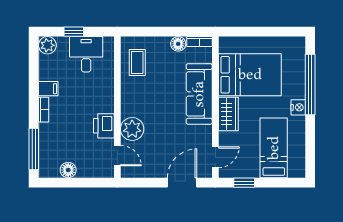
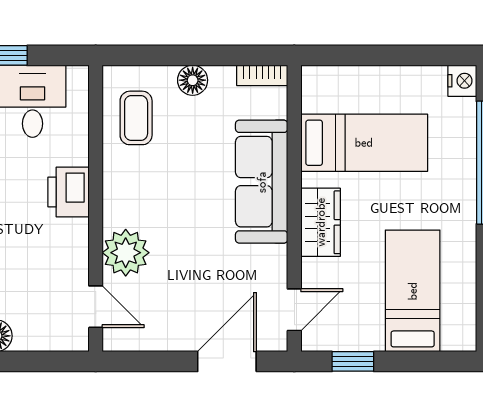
floor lamp: (178, 44) -> (193, 80), moved
bed: (250, 75) -> (364, 143), width x0.67
nightstand: (298, 107) -> (462, 81), moved
printer: (104, 126) -> (69, 192), moved

